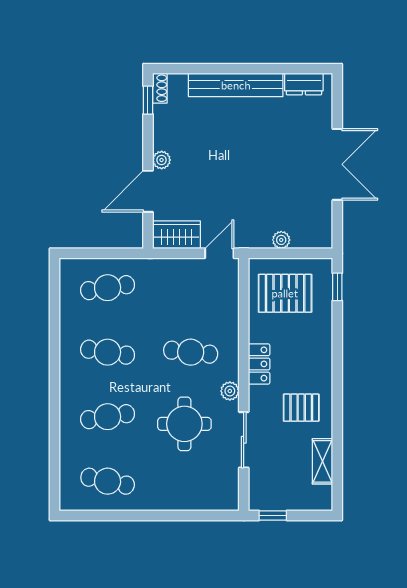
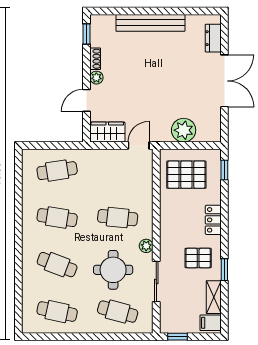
dresser: (304, 84) -> (213, 38), moved, turned 90
shoe rack: (160, 88) -> (95, 59), moved
door: (148, 191) -> (87, 100), width x0.73
plant: (281, 240) -> (184, 130), width x1.87, depth x1.87
locker: (259, 364) -> (213, 220), moved, turned 180
cafe table: (108, 417) -> (57, 265), turned 30
window: (337, 424) -> (224, 270), added
cafe table: (191, 481) -> (118, 312), added
filing cabinet: (318, 497) -> (211, 323), added

